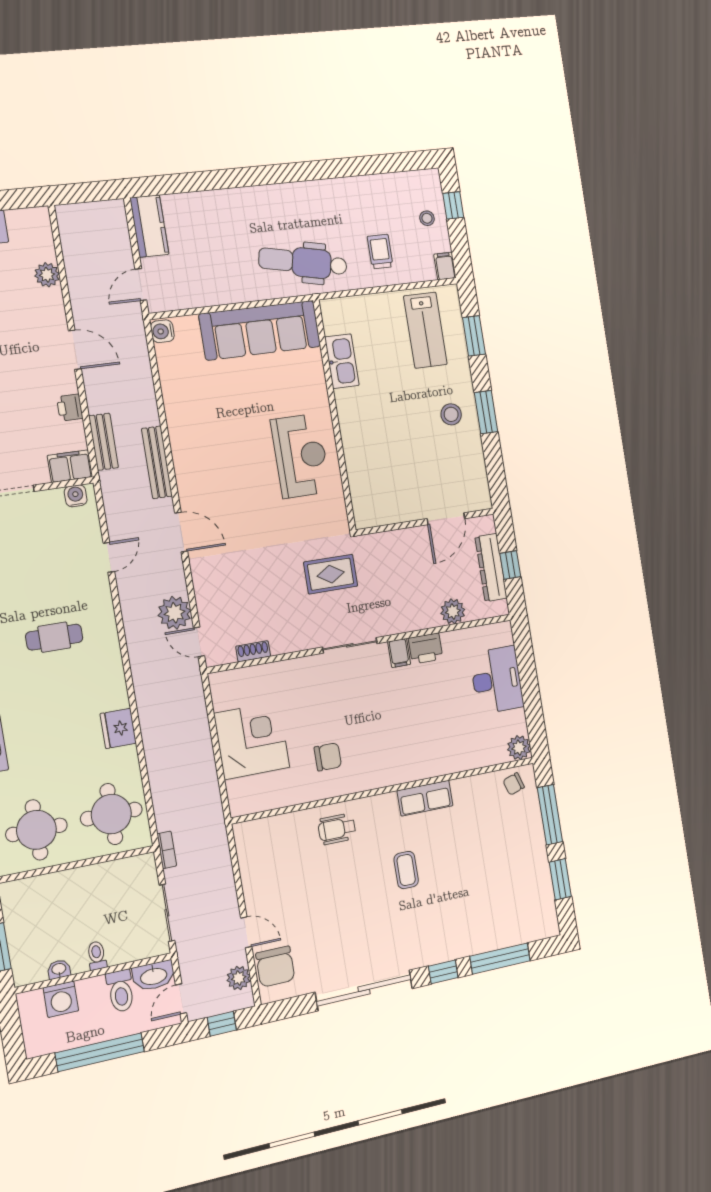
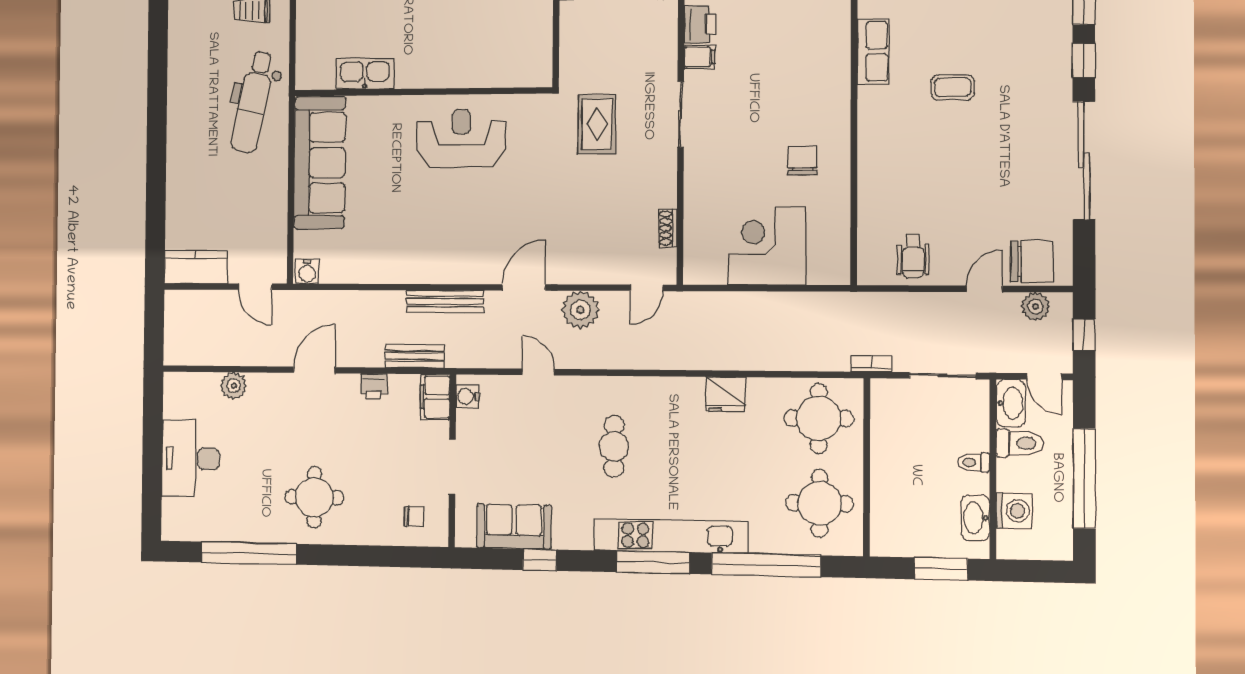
plant: (175, 613) -> (580, 310), moved
wheelchair: (337, 829) -> (913, 256), moved
washbasin: (59, 969) -> (975, 518), width x1.91, depth x1.45

